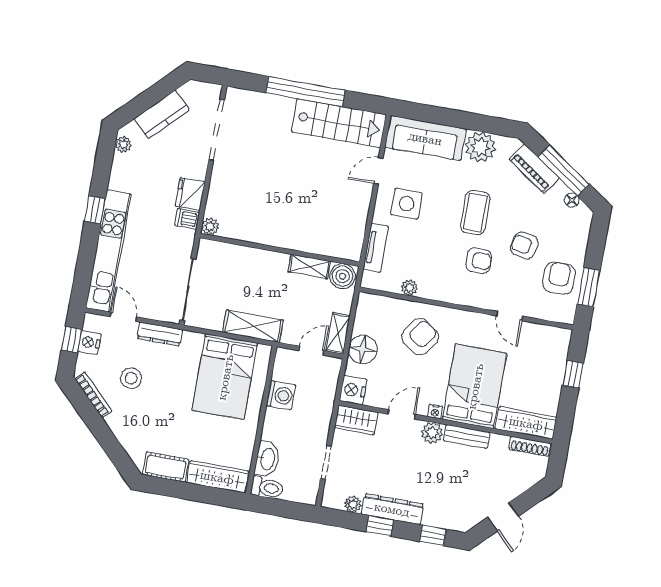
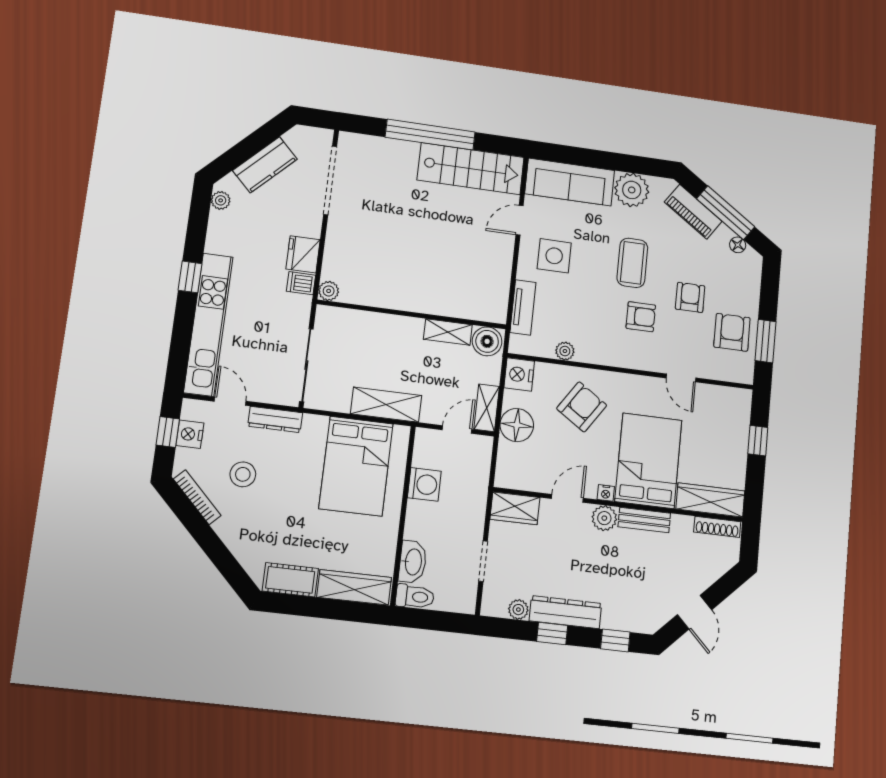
armchair: (524, 245) -> (690, 297), turned 78
nightstand: (353, 390) -> (519, 374), moved

